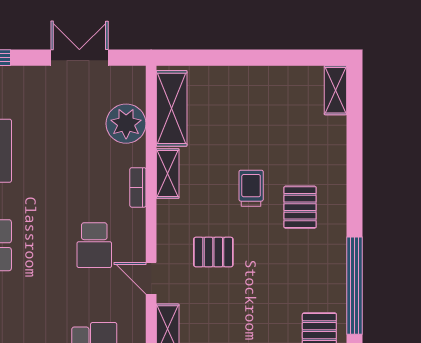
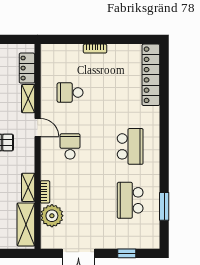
bookcase: (138, 187) -> (45, 192), moved

